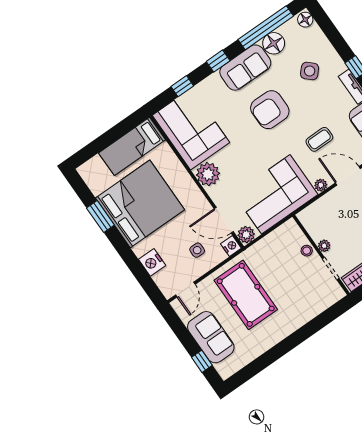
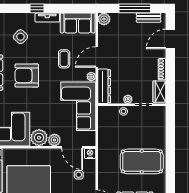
armchair: (270, 110) -> (27, 75), turned 90
dresser: (320, 208) -> (104, 86), added
door: (224, 220) -> (72, 147), hinge flipped
plant: (246, 235) -> (54, 140), moved
pool table: (246, 295) -> (142, 161), moved

